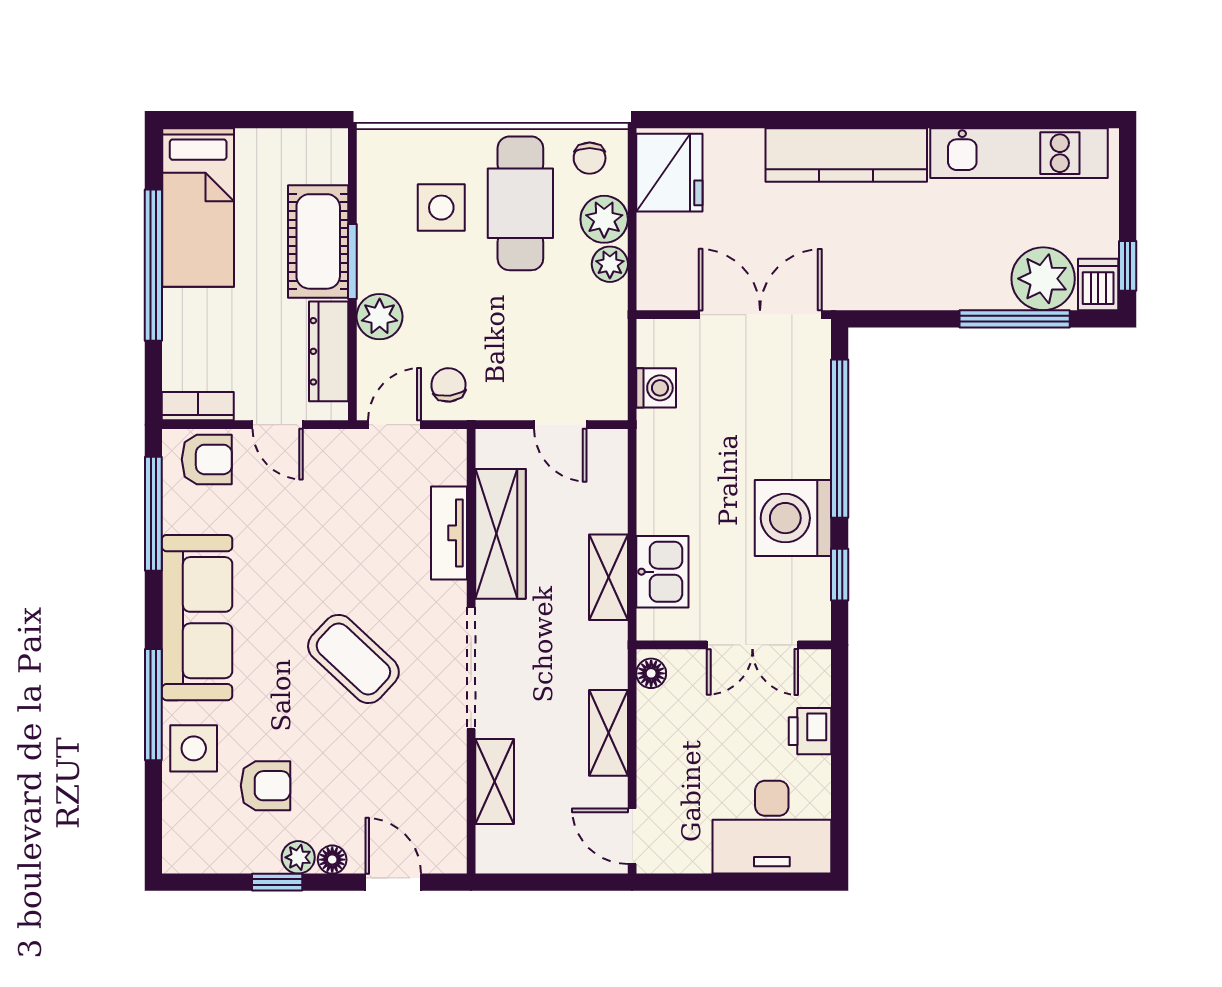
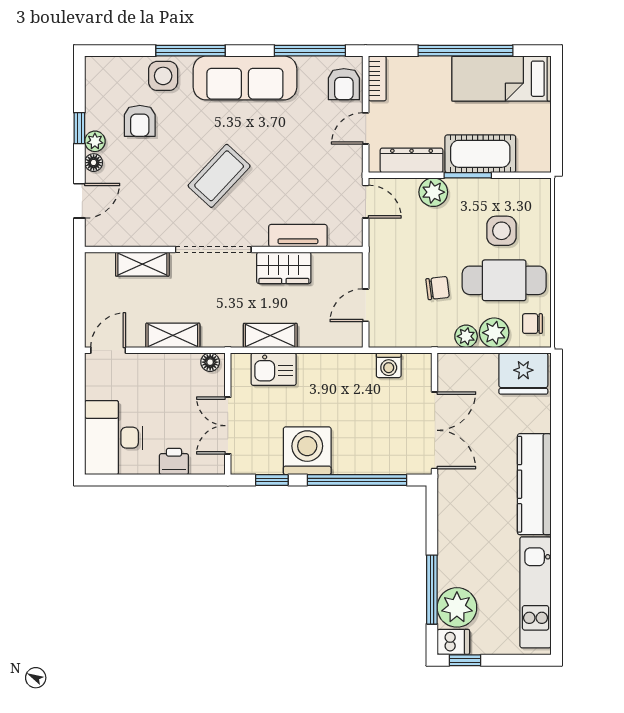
chair: (449, 385) -> (438, 288), moved
wardrobe: (500, 534) -> (284, 268), width x0.67

